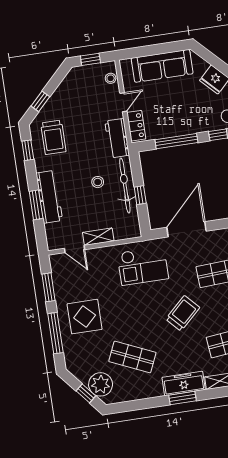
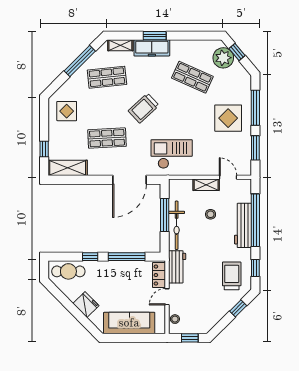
stool: (98, 182) -> (211, 214), moved
window: (140, 195) -> (165, 215), width x2.17
window: (36, 205) -> (255, 220), width x2.11

